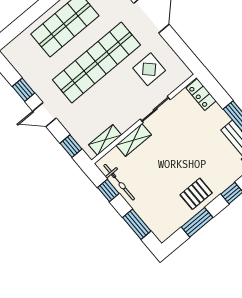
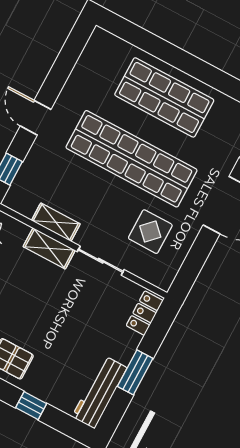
window: (24, 90) -> (57, 77), removed
shelving: (105, 140) -> (56, 222), moved

